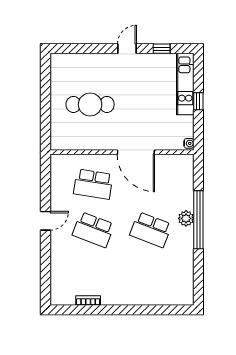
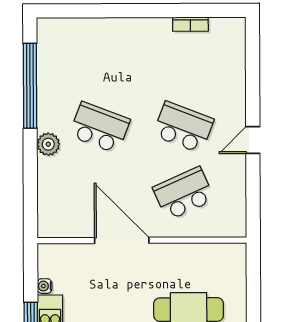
water cooler: (189, 143) -> (45, 286), moved
school desk: (93, 184) -> (184, 194), turned -33
window: (198, 220) -> (30, 86), moved

